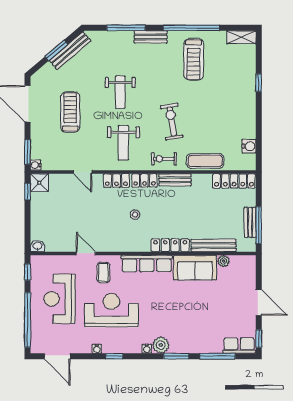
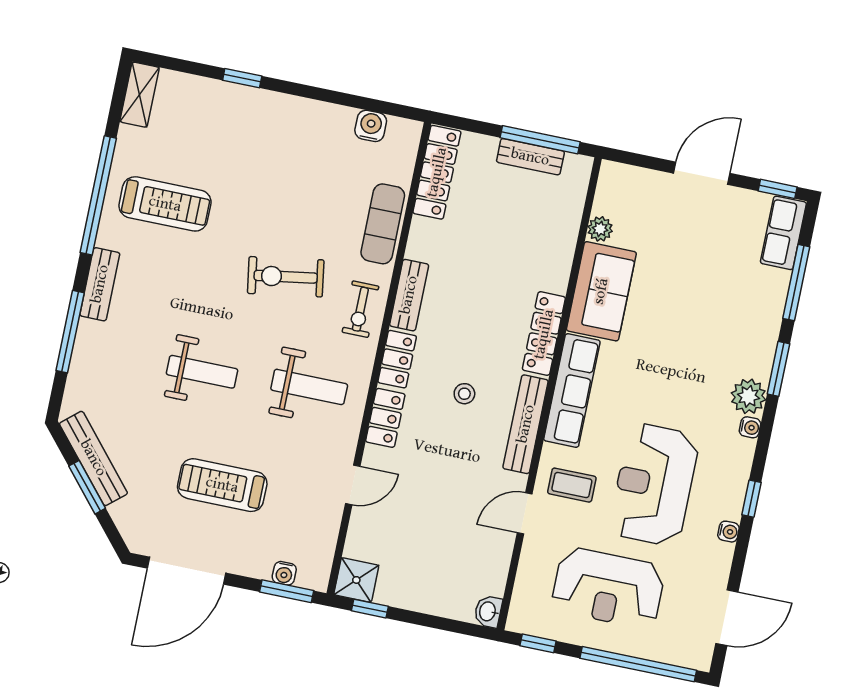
water cooler: (36, 165) -> (284, 573), moved
bench: (214, 245) -> (526, 424), moved

